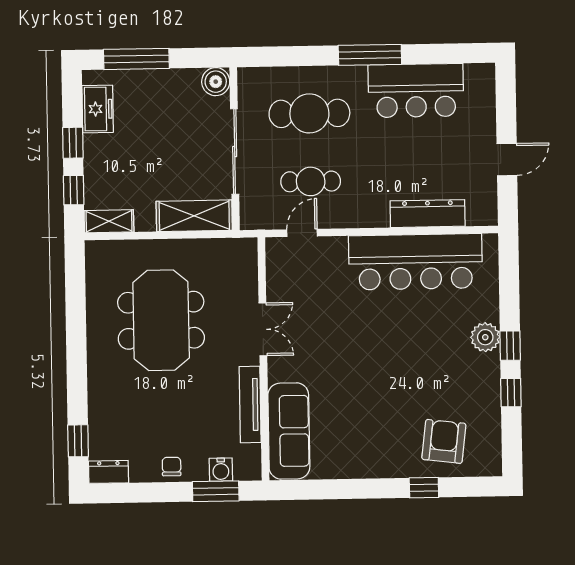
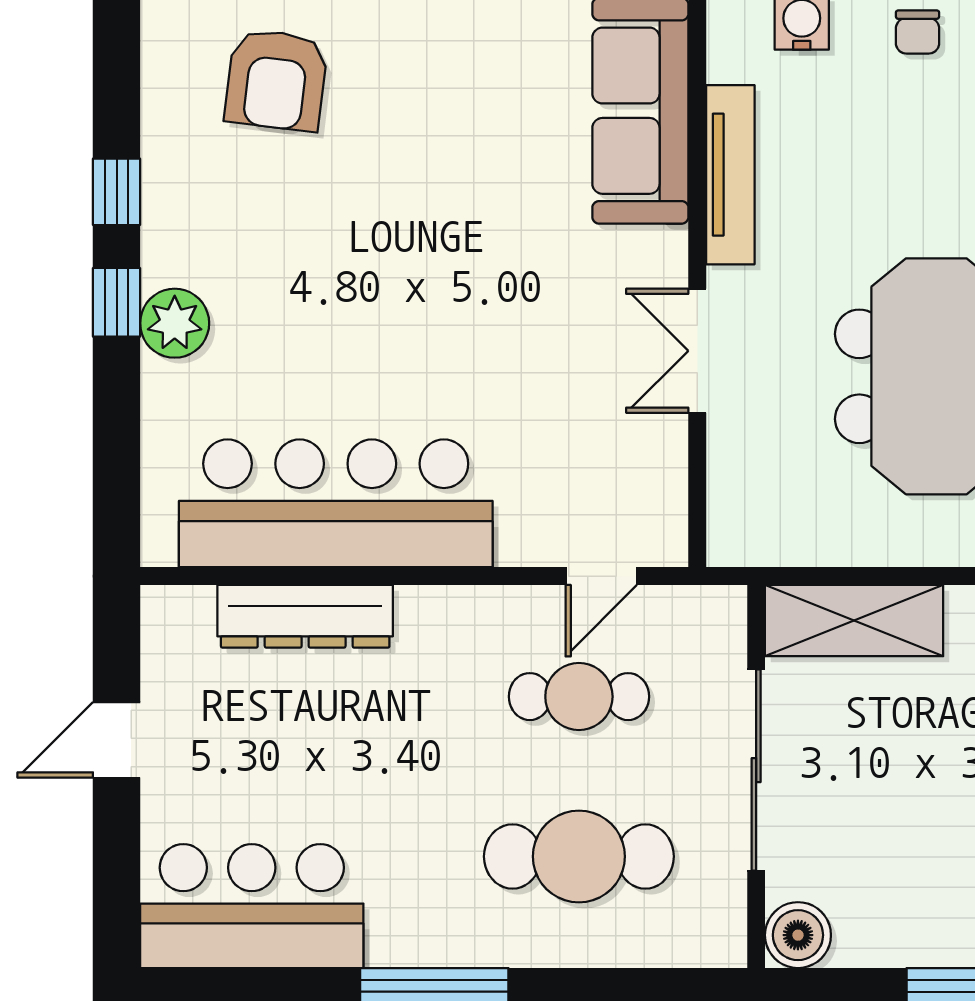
bar counter: (416, 90) -> (252, 906), moved

